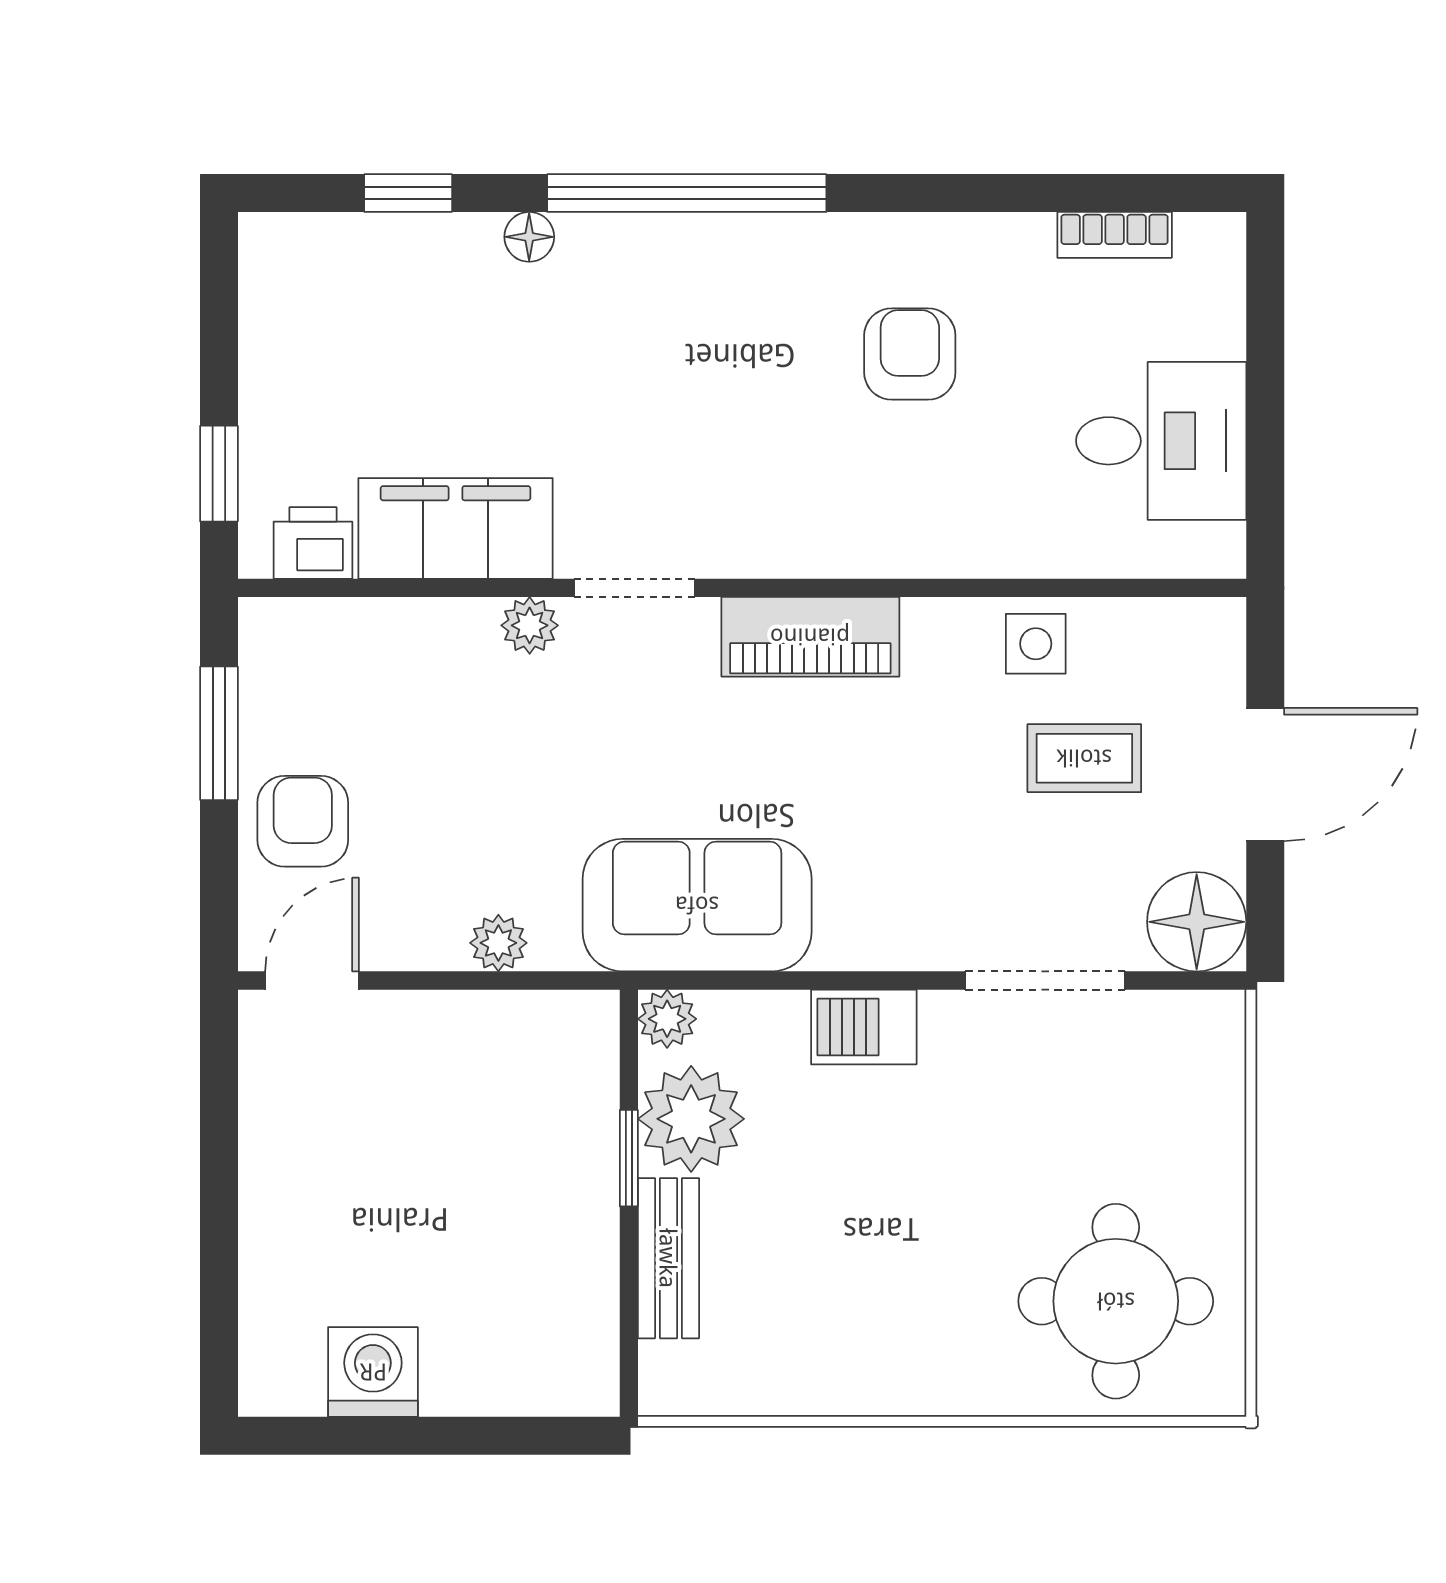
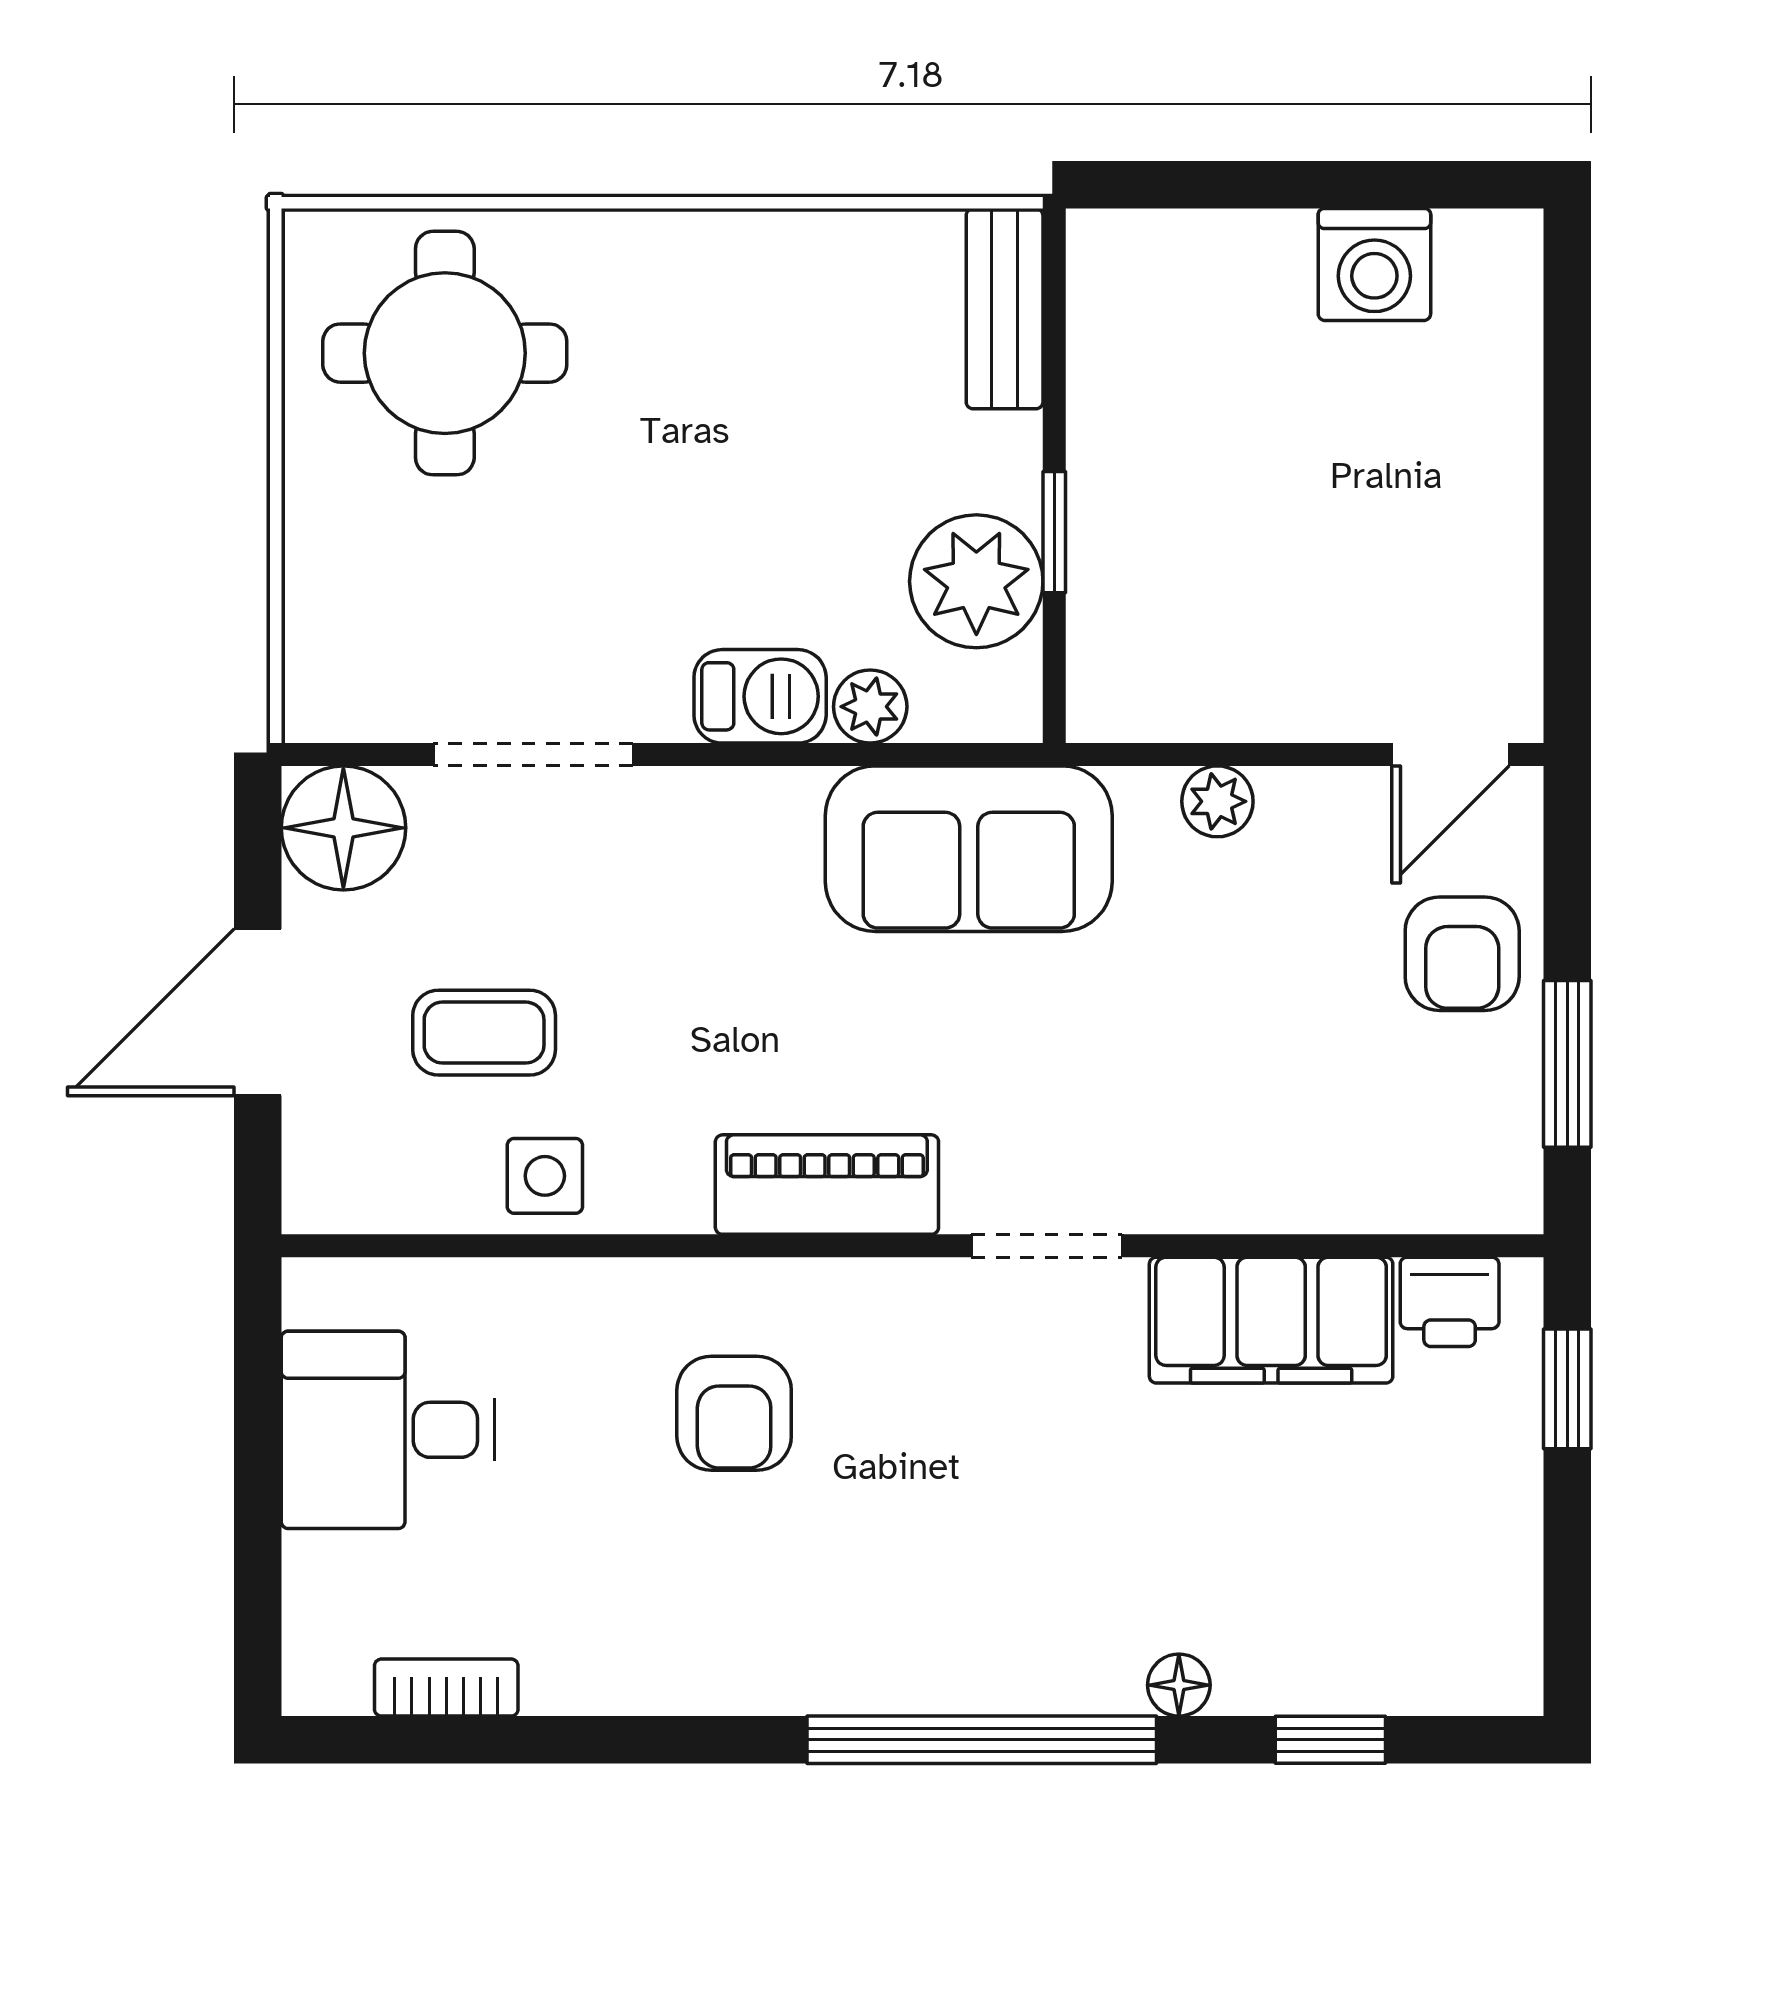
armchair: (910, 354) -> (734, 1413), moved
plant: (530, 625) -> (1178, 1199), removed
plant: (667, 1019) -> (870, 707), moved
bench: (668, 1258) -> (1005, 309), moved

